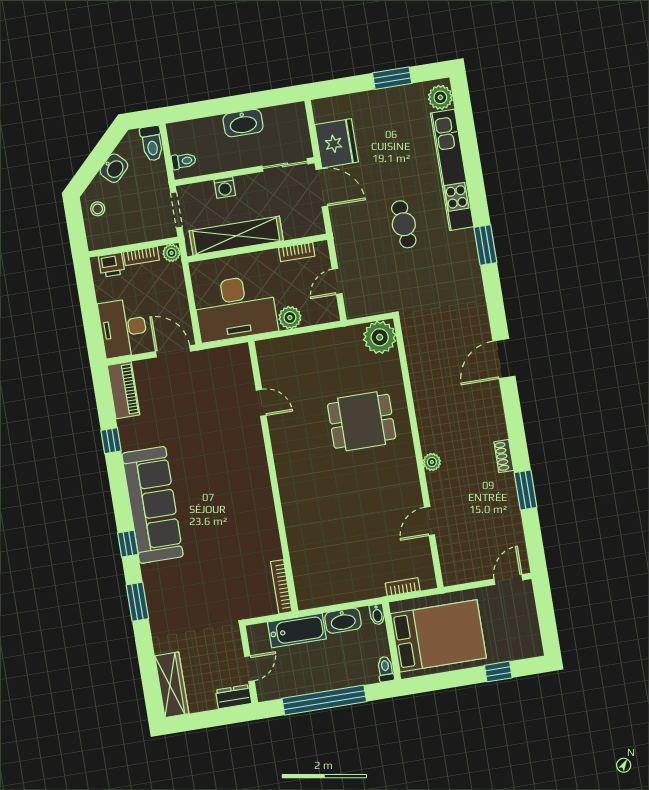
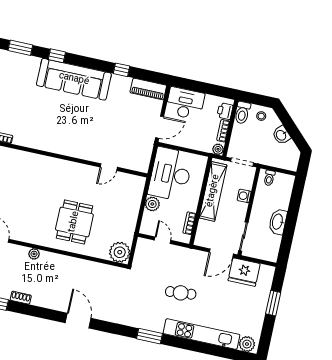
window: (392, 78) -> (273, 303), moved
toilet: (152, 143) -> (242, 113), moved, turned -90

